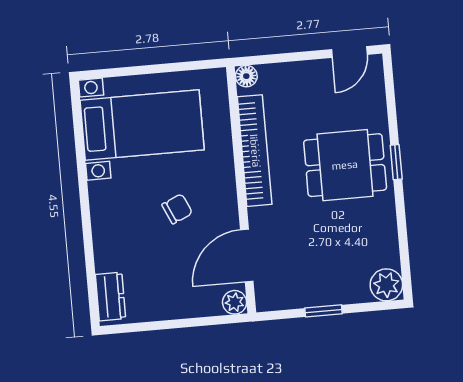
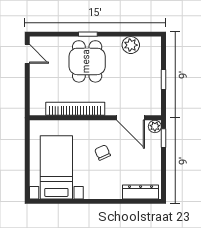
floor lamp: (246, 76) -> (35, 110), removed
plant: (386, 285) -> (131, 45), moved
dresser: (111, 297) -> (141, 192), width x1.44
window: (214, 320) -> (164, 138), added

